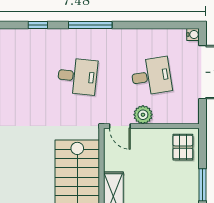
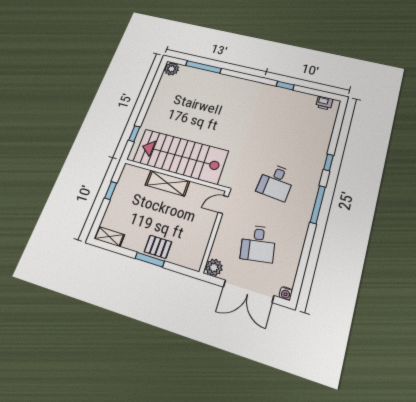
plant: (143, 115) -> (214, 267), moved
pallet: (183, 147) -> (158, 247), moved

